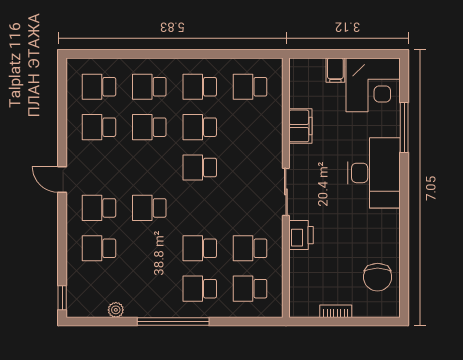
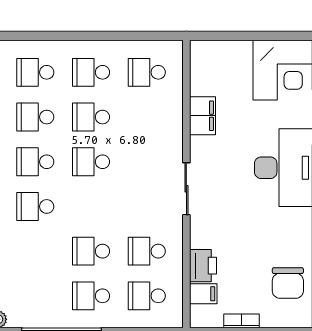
filing cabinet: (335, 70) -> (203, 294), moved, turned -90
school desk: (149, 168) -> (35, 162), added
printer: (301, 235) -> (203, 266), moved

